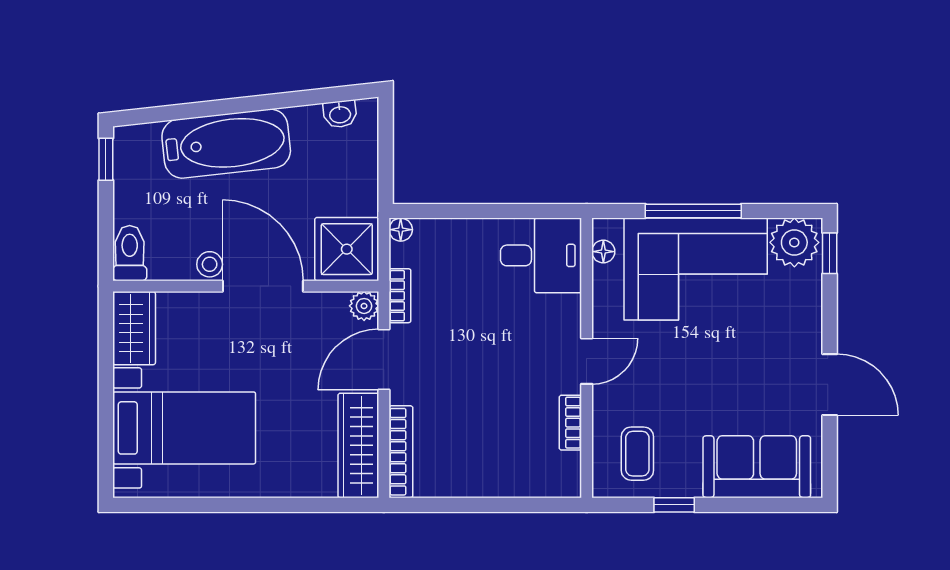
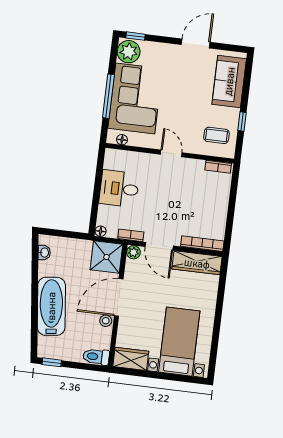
desk: (541, 255) -> (119, 189), moved, turned -90
bookcase: (570, 423) -> (218, 167), moved

